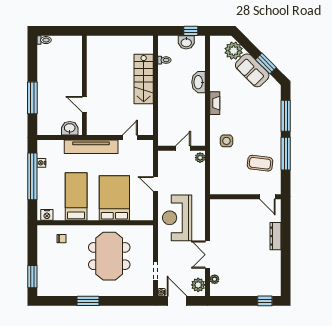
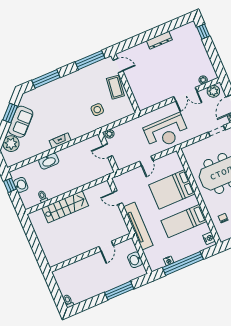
washbasin: (70, 128) -> (135, 260), moved
side table: (226, 141) -> (97, 110), moved
window: (286, 154) -> (90, 60), moved
coffee table: (260, 163) -> (115, 87), moved
door: (267, 197) -> (118, 66), hinge flipped
dresser: (276, 236) -> (159, 40), moved

